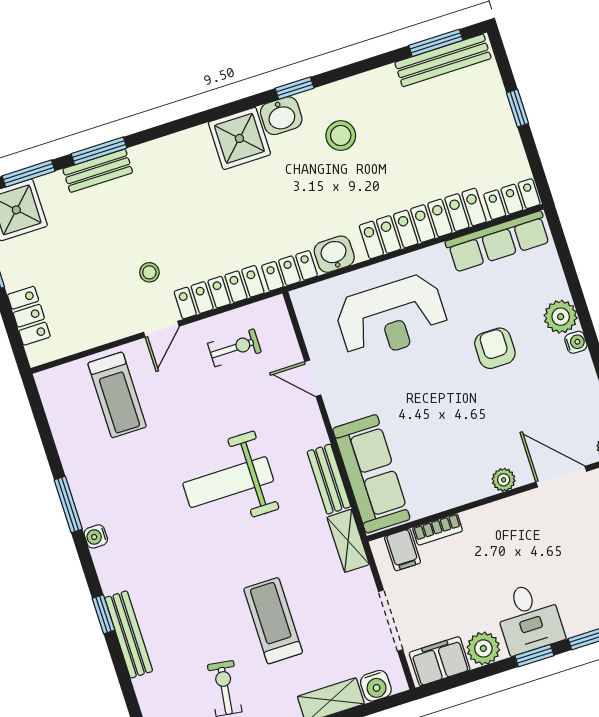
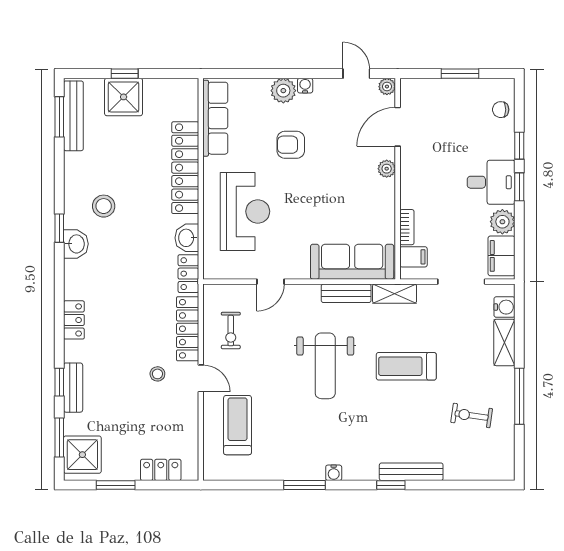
shower: (239, 138) -> (124, 97), moved
window: (99, 151) -> (59, 382), width x0.67
locker: (512, 199) -> (74, 320), moved, turned 180
exercise bike: (234, 348) -> (231, 331), turned 180
treadmill: (117, 395) -> (238, 425), turned -90
treadmill: (273, 621) -> (406, 366), moved

